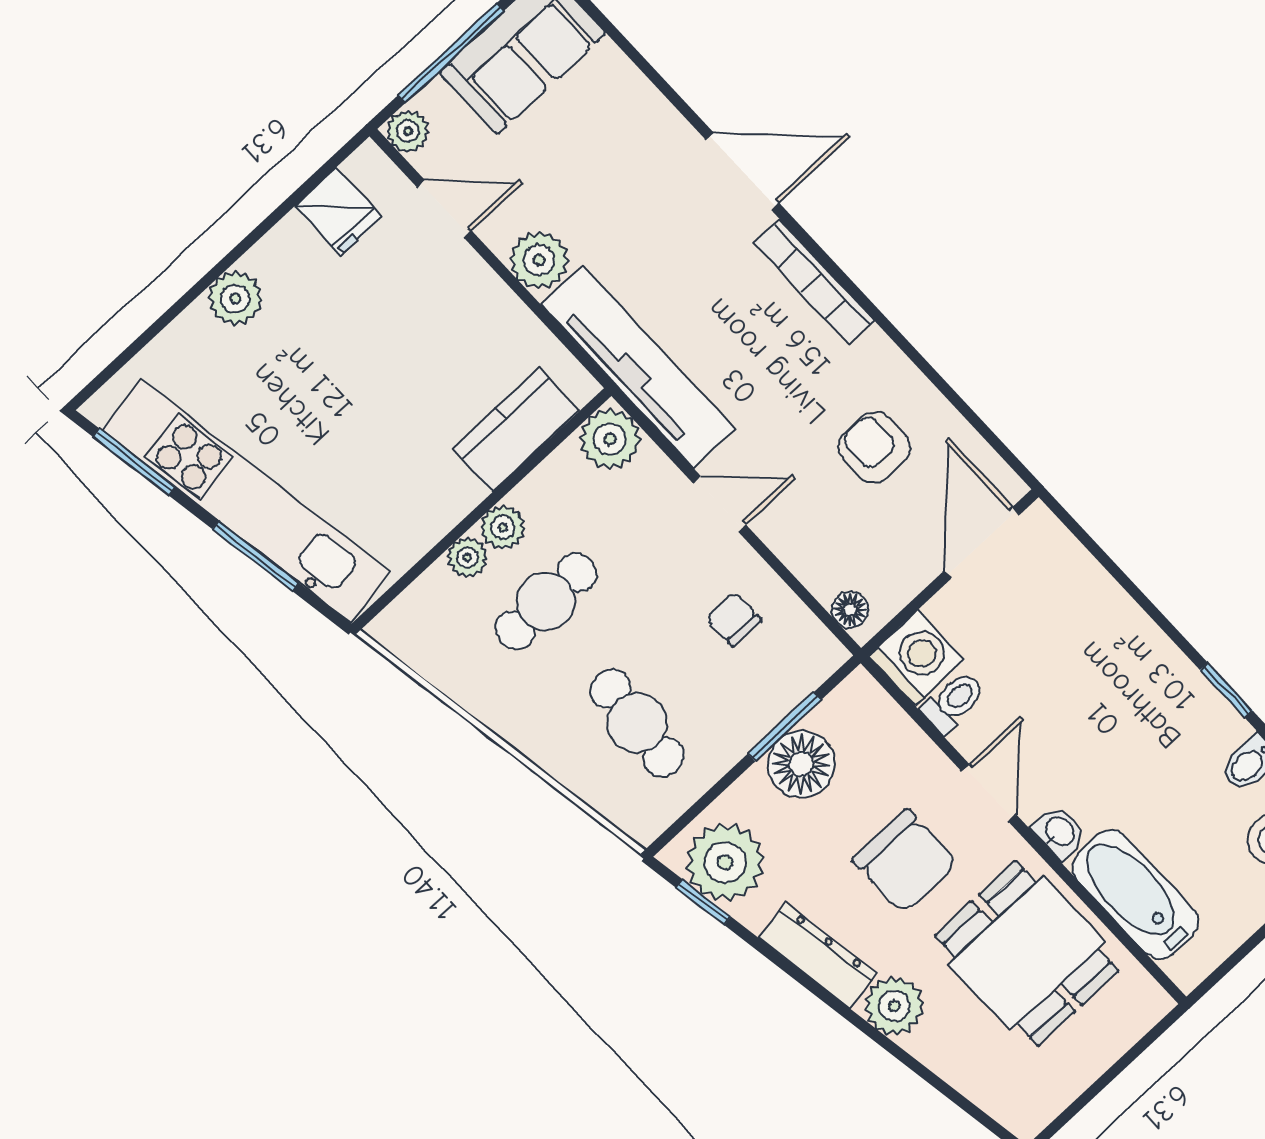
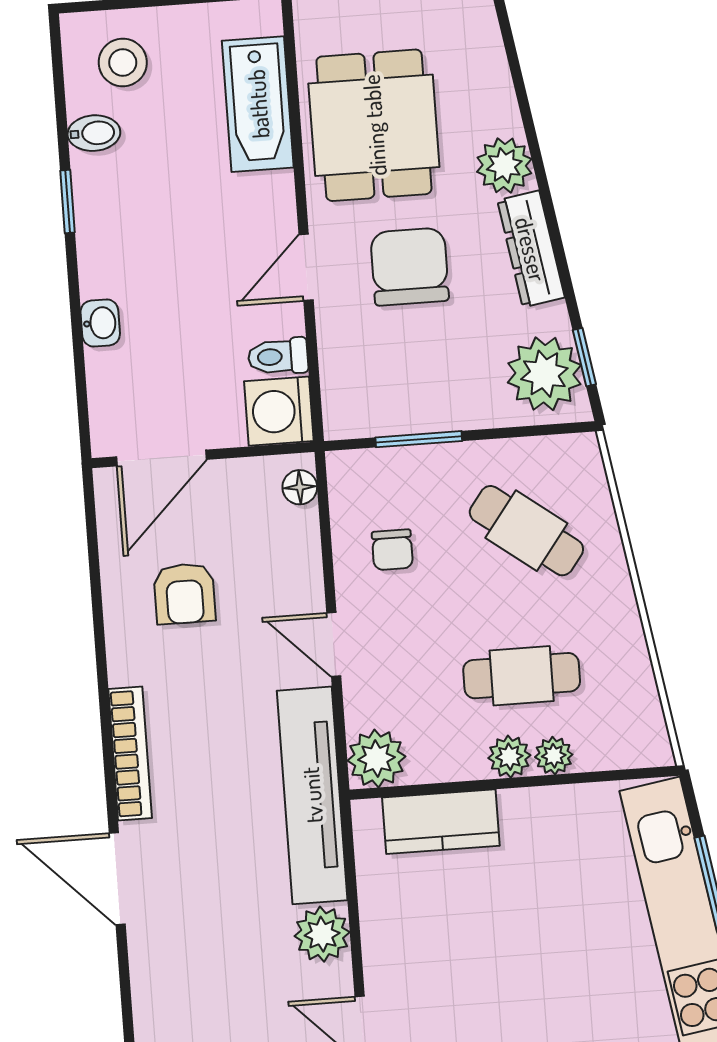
cafe table: (637, 723) -> (526, 531), turned -58
floor lamp: (801, 764) -> (429, 401), removed
washbasin: (1059, 832) -> (100, 323), moved, turned 180

